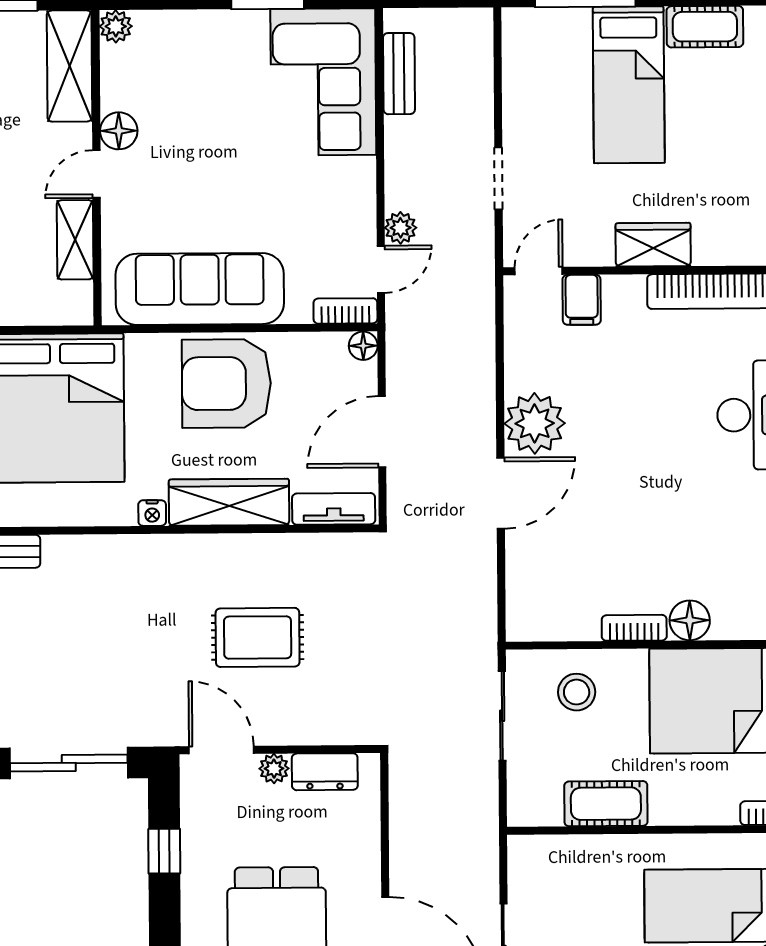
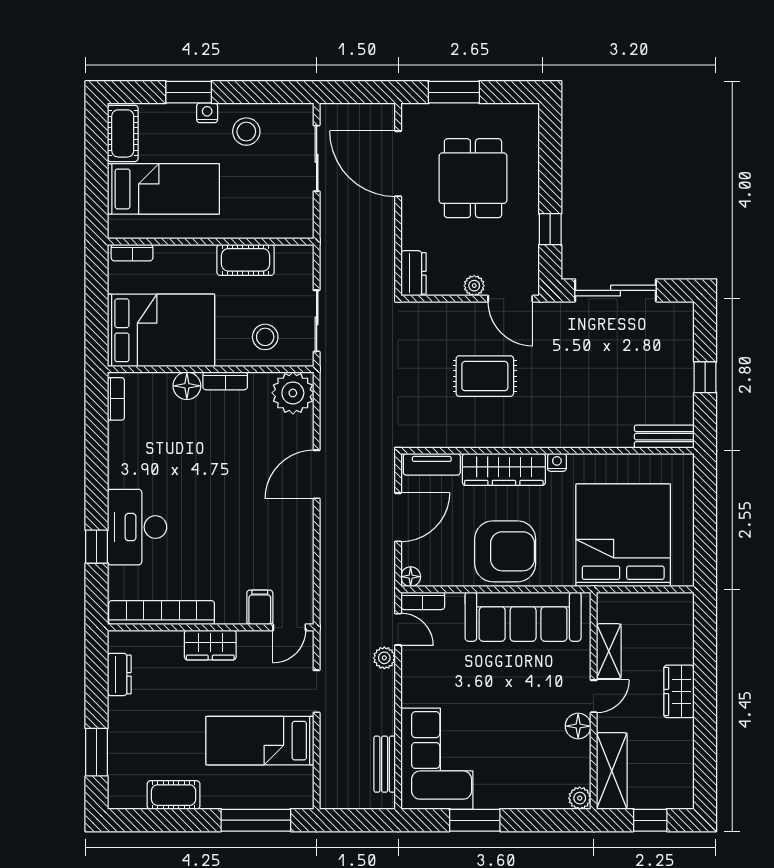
bed: (629, 85) -> (260, 741), moved, turned -90
door: (381, 269) -> (398, 629), swing flipped
plant: (535, 423) -> (293, 393), moved
dresser: (325, 772) -> (413, 273), moved, turned 90

